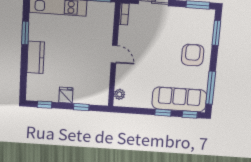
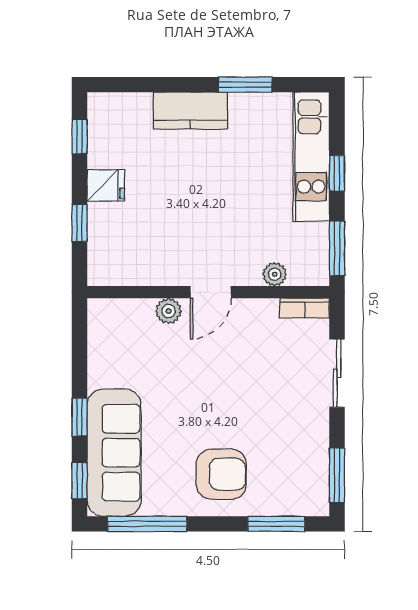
plant: (108, 26) -> (275, 274), added
plant: (119, 94) -> (168, 311), moved

